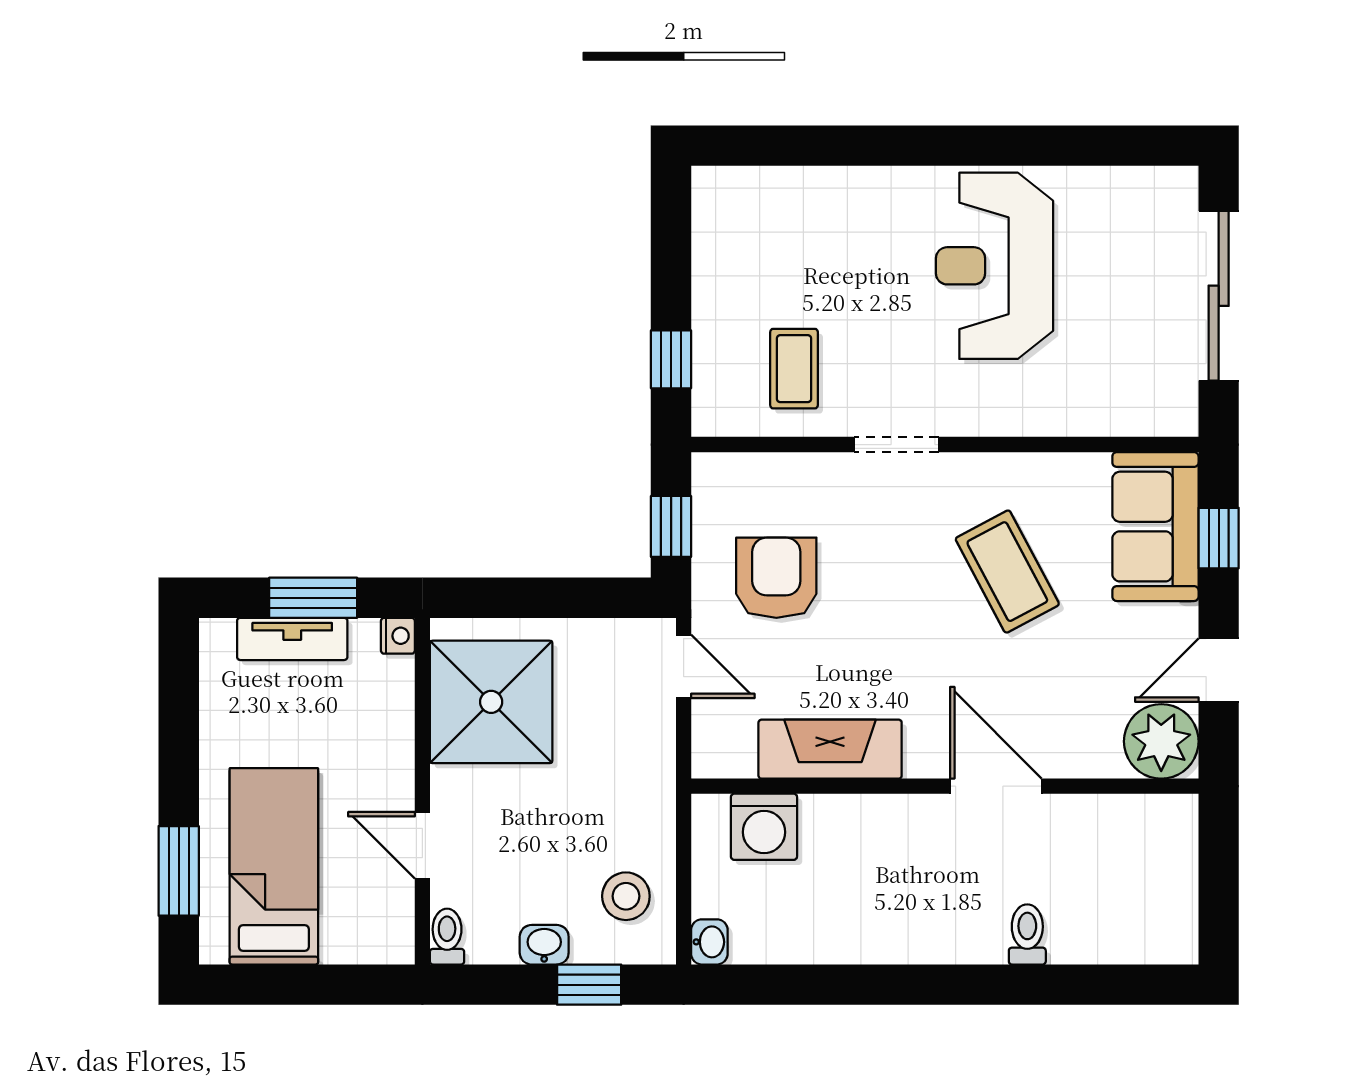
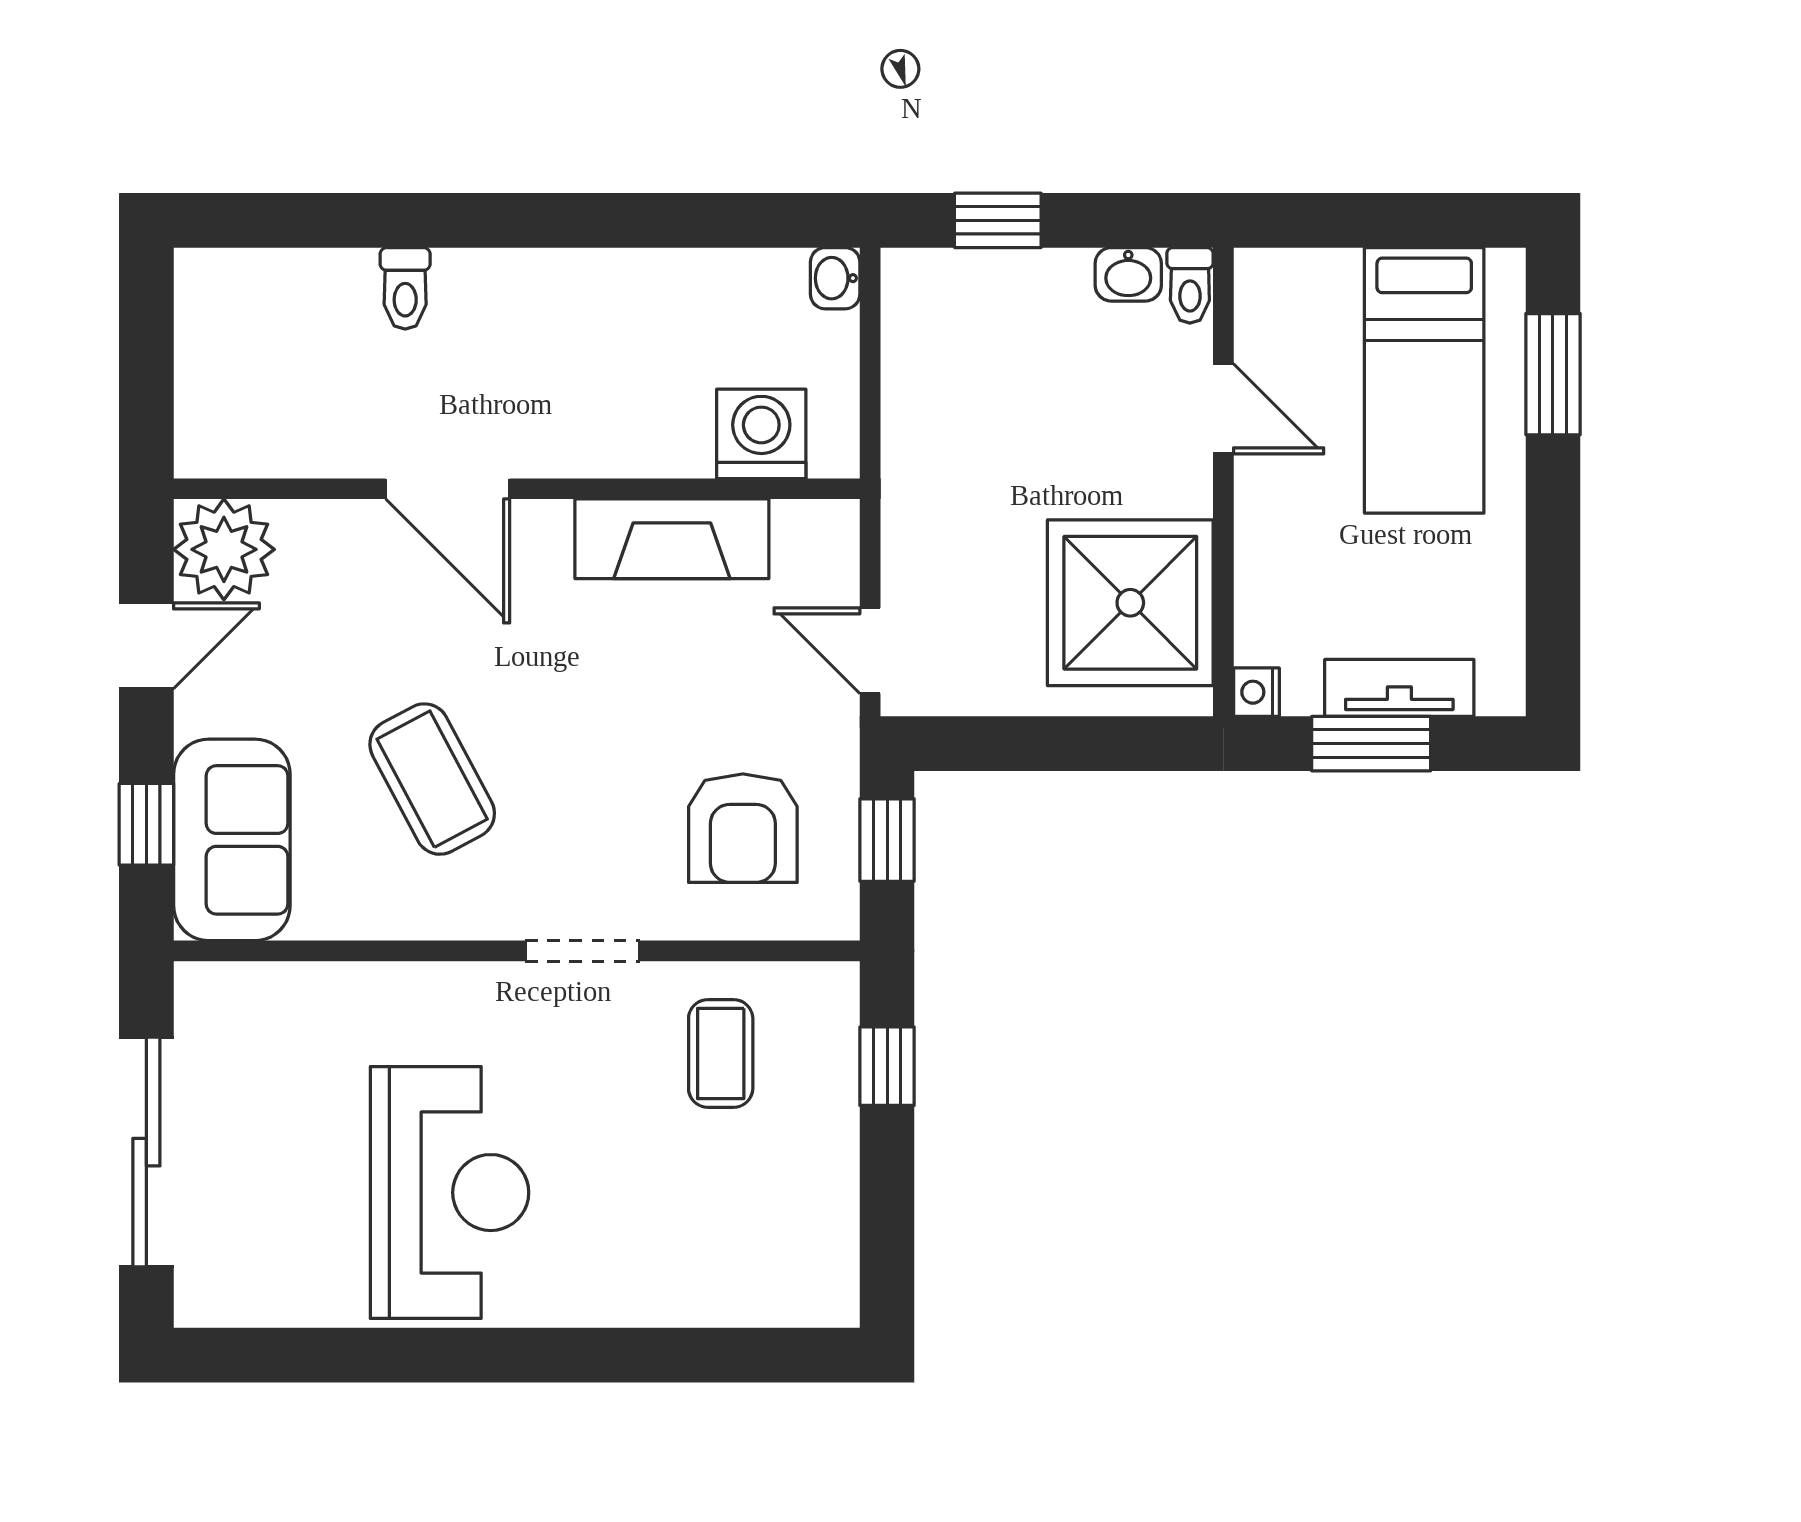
armchair: (776, 578) -> (743, 828), moved
stool: (626, 896) -> (948, 340), removed
washbasin: (544, 945) -> (1128, 274), moved

